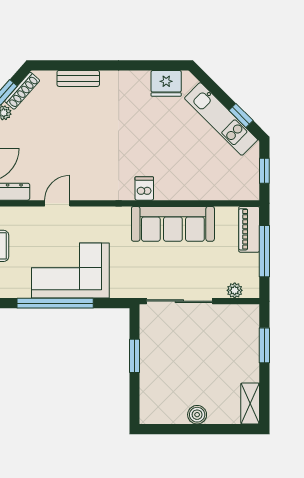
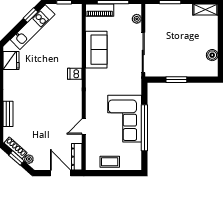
door: (57, 203) -> (84, 127), hinge flipped
sofa: (173, 224) -> (96, 50), width x0.73
boiler: (197, 415) -> (212, 55), moved

